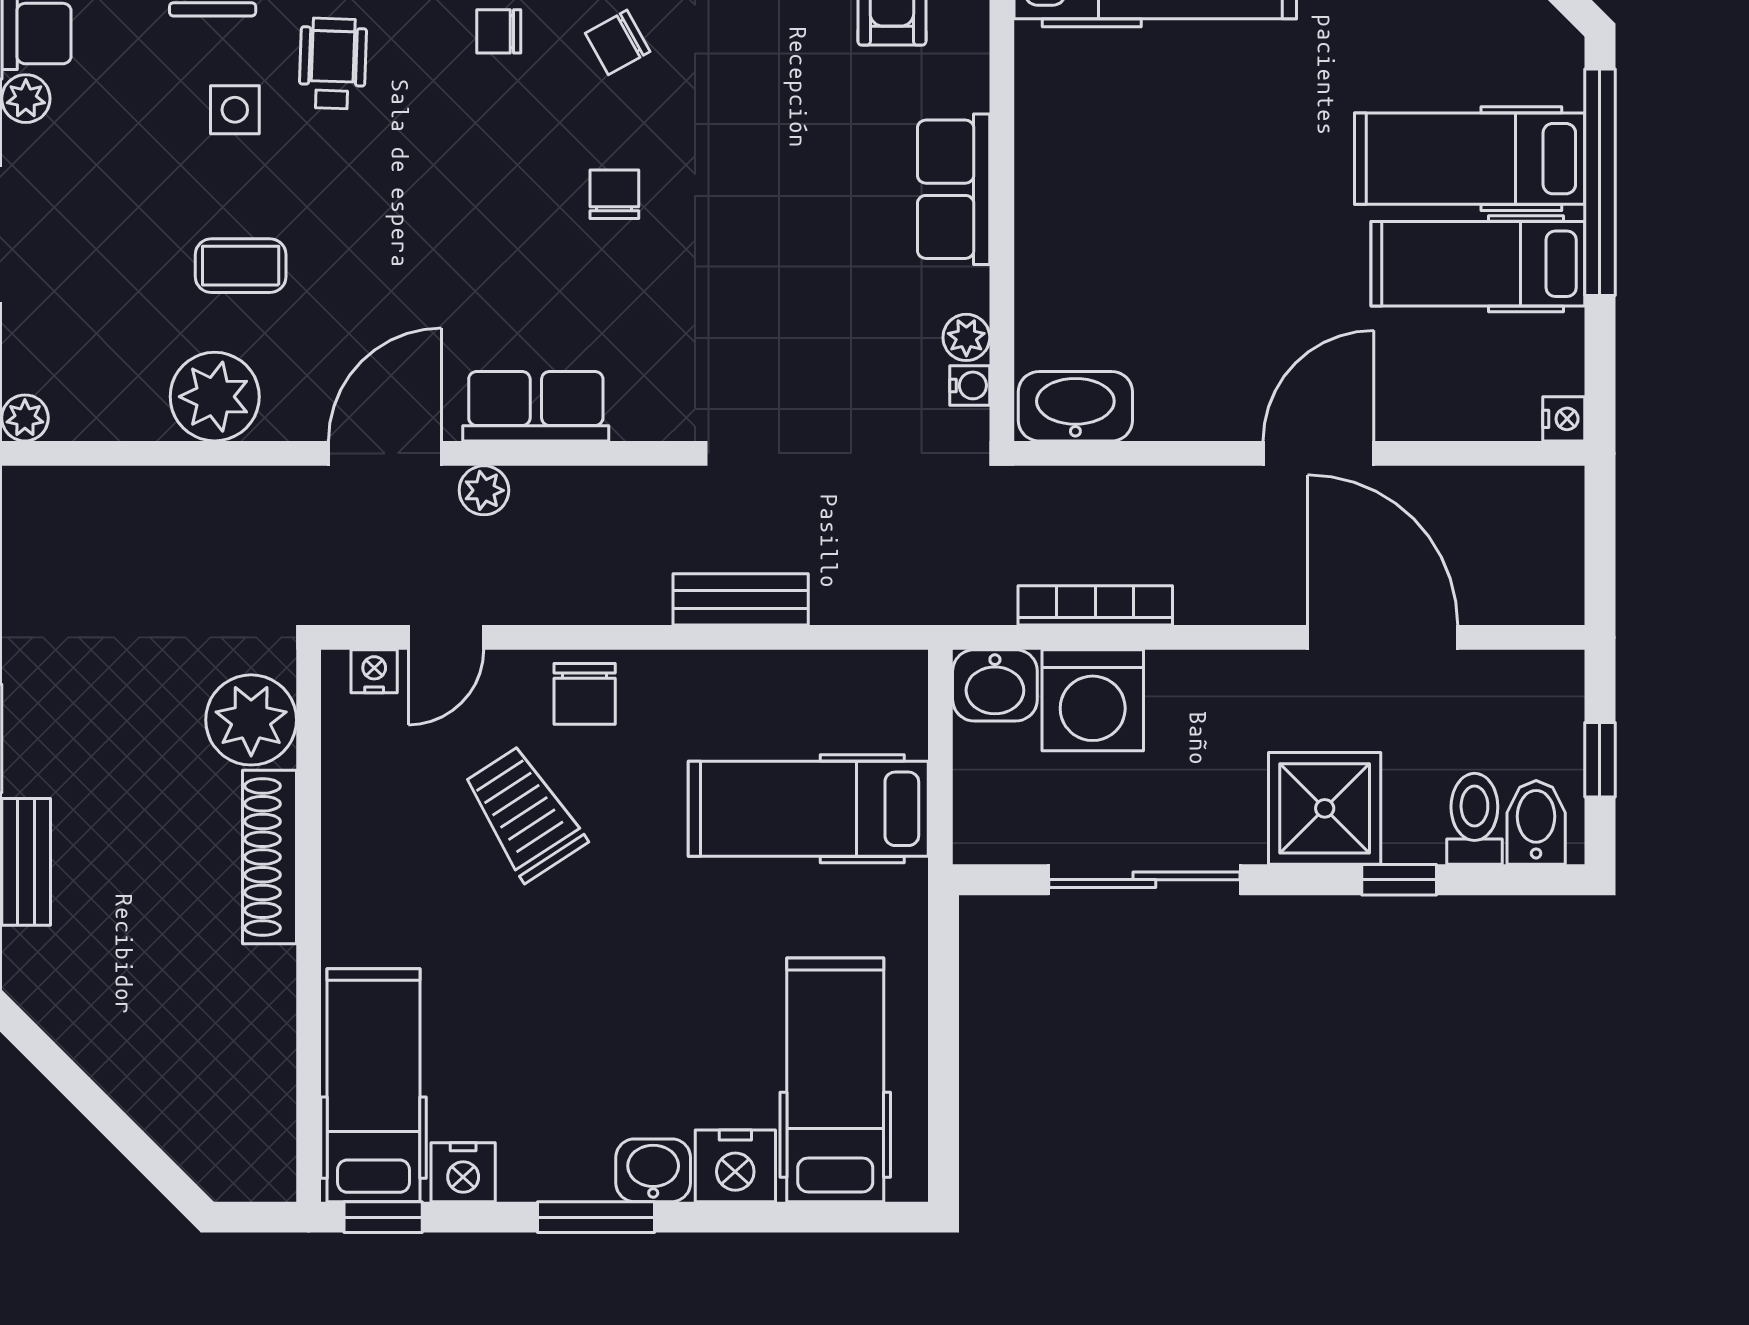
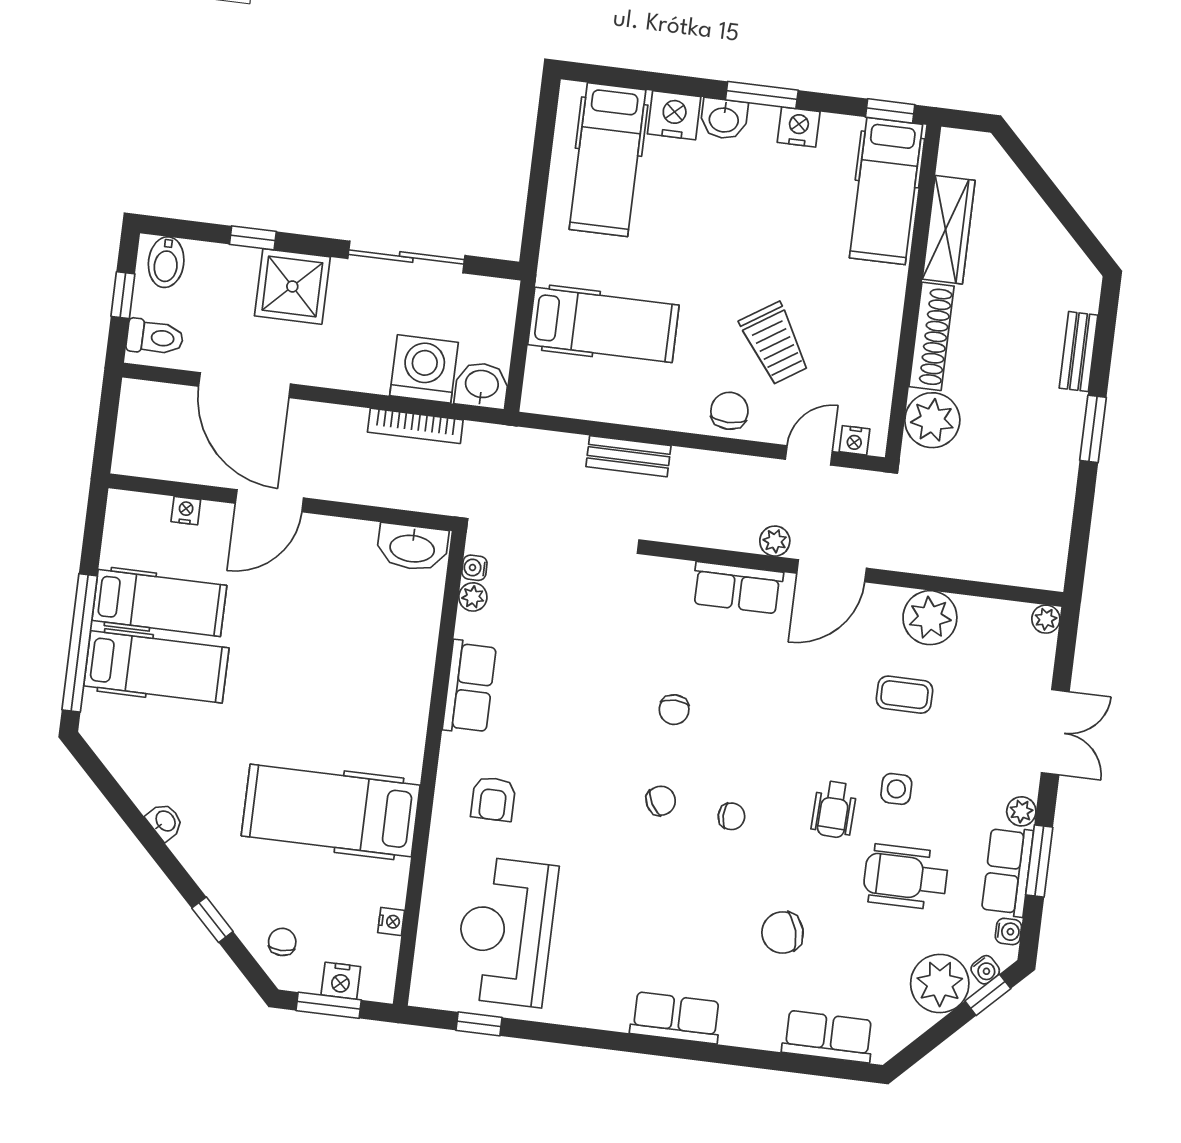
nightstand: (1564, 419) -> (186, 511), moved, turned 90
toilet: (1474, 819) -> (155, 337), moved, turned -90
wardrobe: (263, 1035) -> (949, 230), added
nightstand: (463, 1172) -> (799, 127), moved

